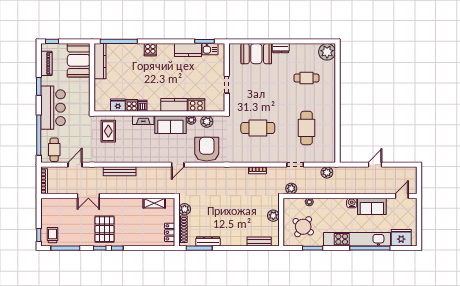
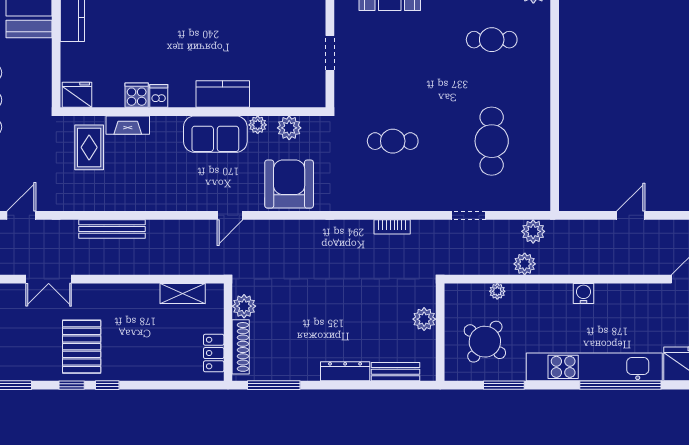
fridge: (118, 105) -> (77, 95), moved
cooker: (196, 105) -> (268, 94), removed
fireplace: (143, 120) -> (128, 125), moved
cafe table: (258, 128) -> (393, 141), width x0.73, depth x0.74
plant: (291, 188) -> (525, 264), moved
sofa: (372, 206) -> (624, 300), removed
dresser: (208, 241) -> (345, 371), moved

